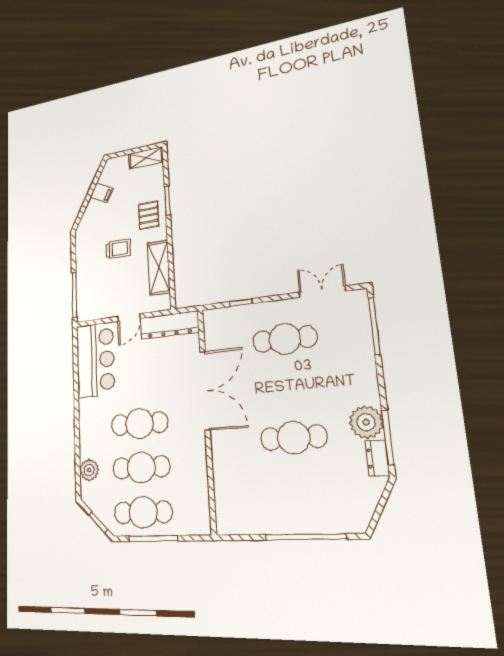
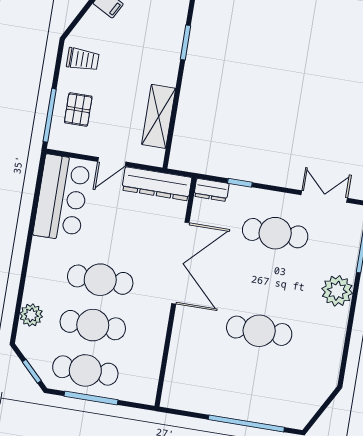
pallet: (149, 215) -> (78, 109), moved
trolley: (118, 249) -> (83, 59), moved
plant: (366, 422) -> (337, 291), moved
window: (388, 437) -> (346, 350), removed
dresser: (377, 458) -> (211, 190), moved, turned -90

